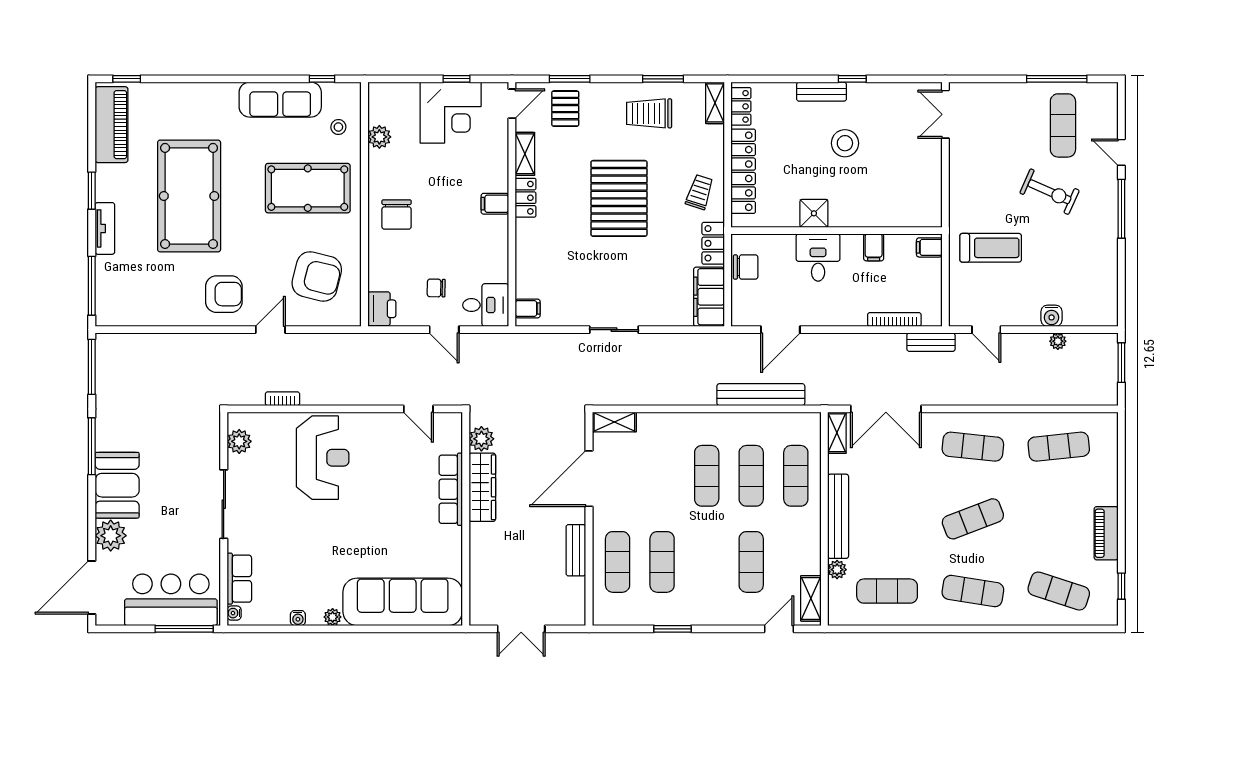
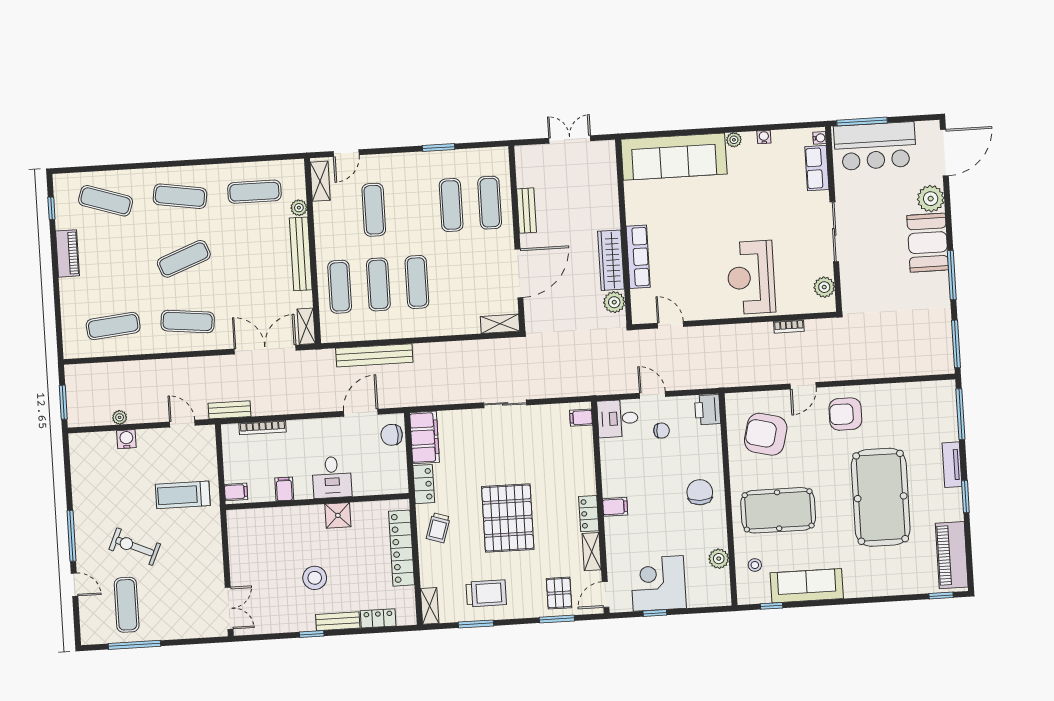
locker: (741, 106) -> (378, 618), moved, turned 90
chair: (746, 267) -> (392, 435), moved

